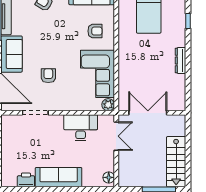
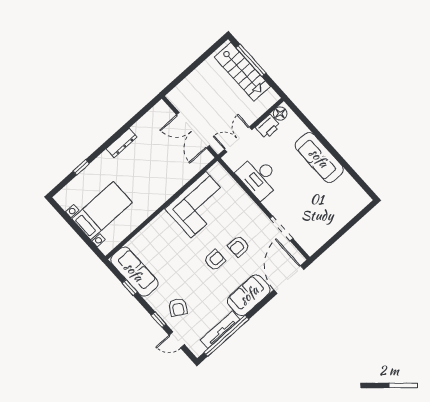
armchair: (95, 31) -> (215, 260), moved, turned 90
plant: (108, 105) -> (217, 171), removed
stairs: (176, 162) -> (242, 72), moved, turned 90
printer: (26, 180) -> (268, 127), moved, turned -90

